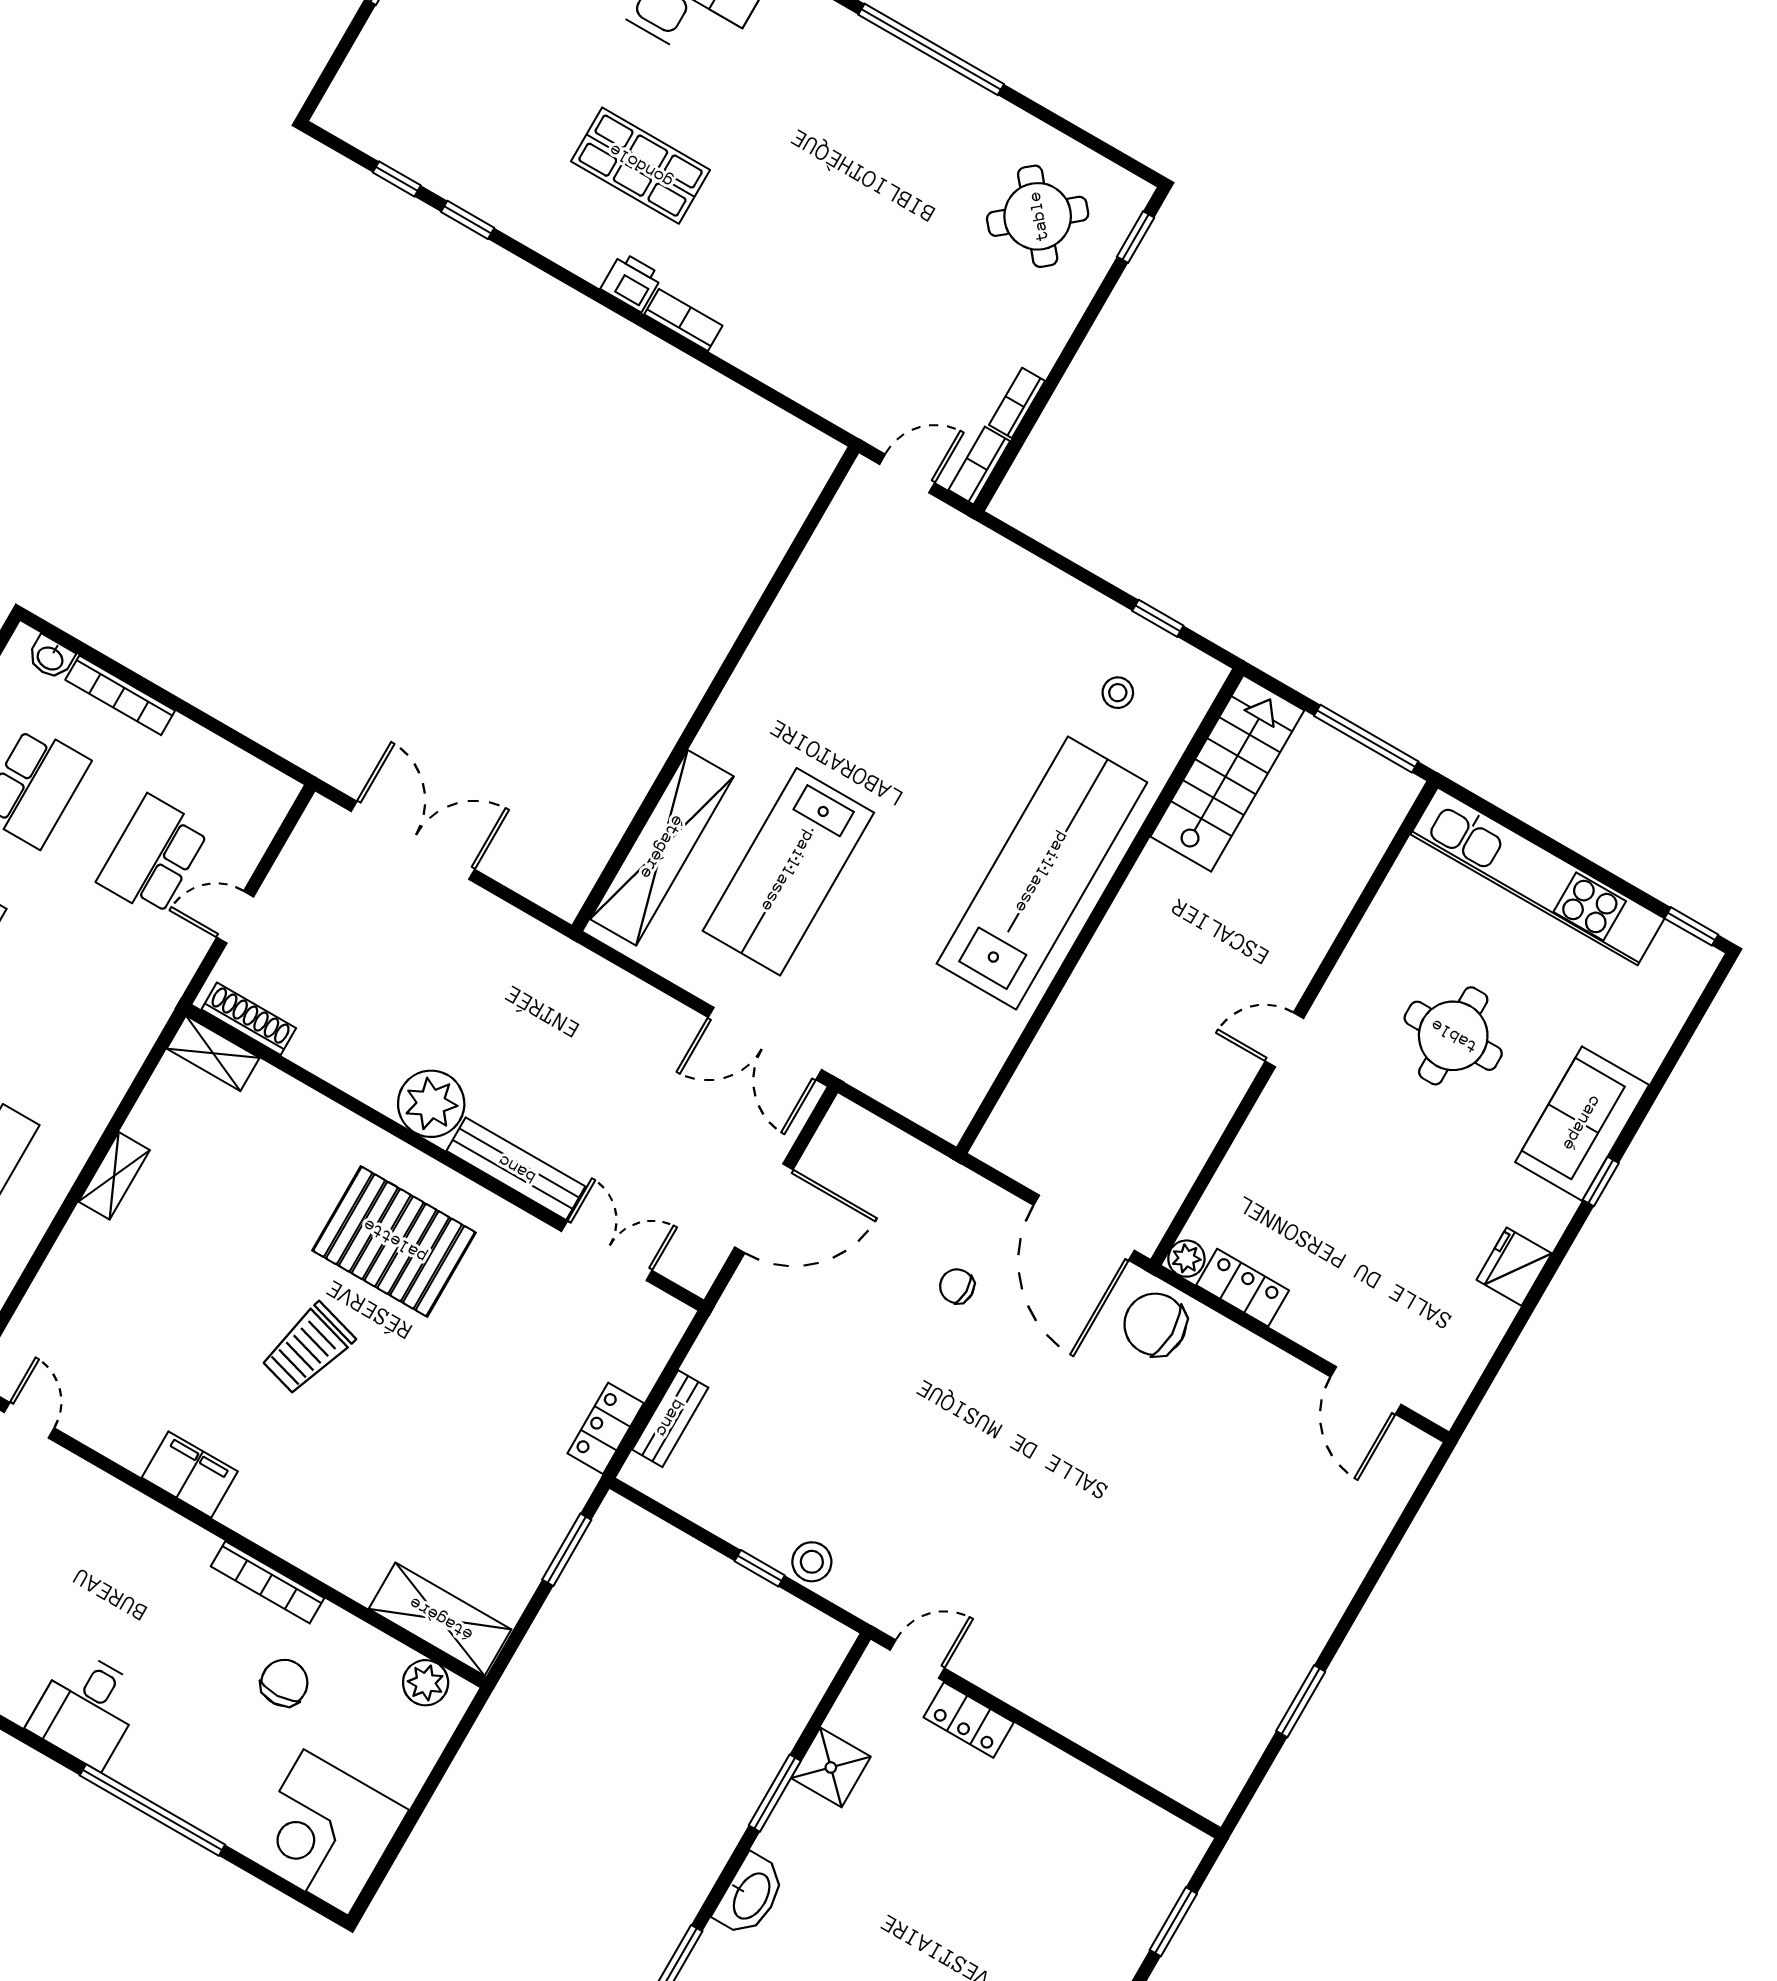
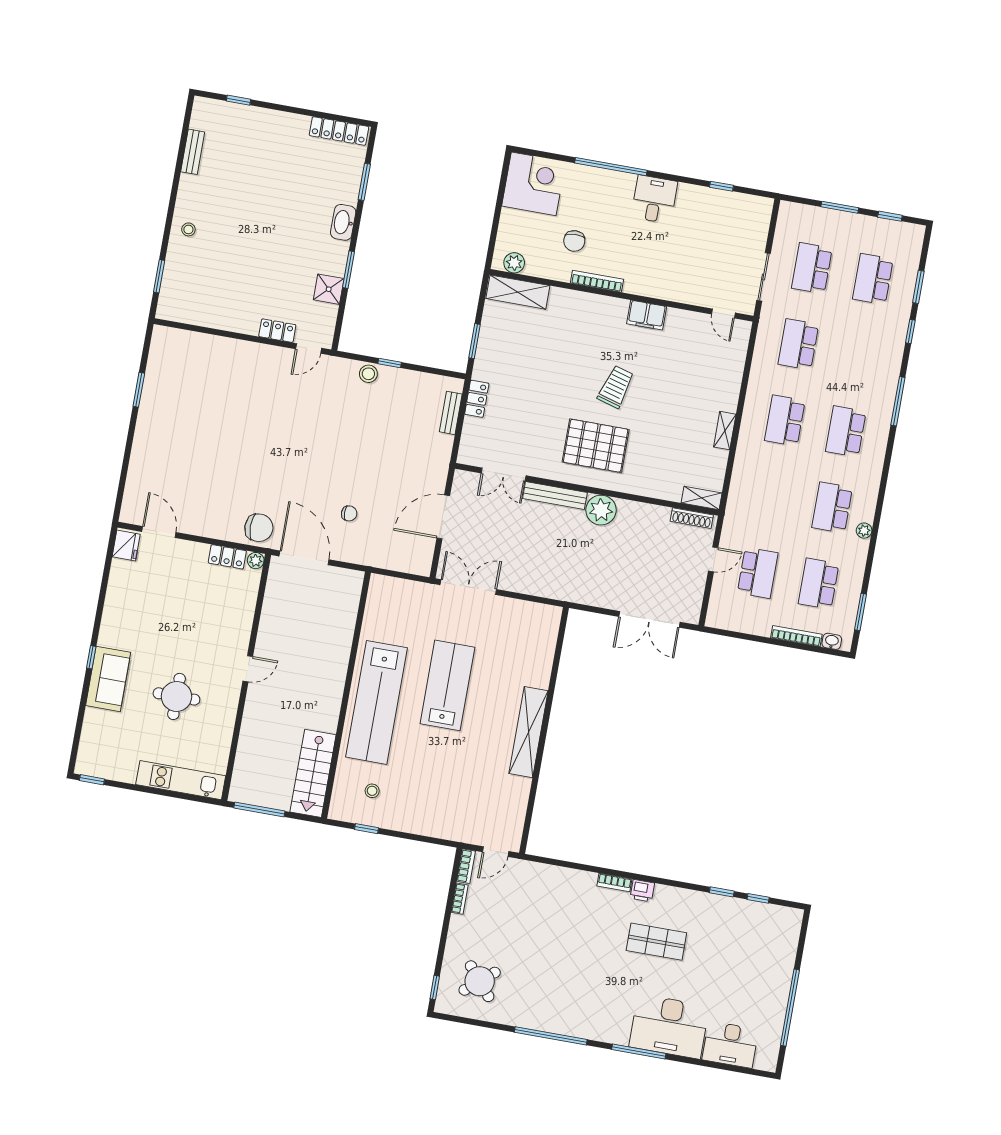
shelving: (662, 848) -> (528, 732), moved
lab bench: (788, 872) -> (447, 685), moved
kitchen unit: (1538, 876) -> (181, 780), width x0.73
fridge: (1514, 1267) -> (126, 545), moved

